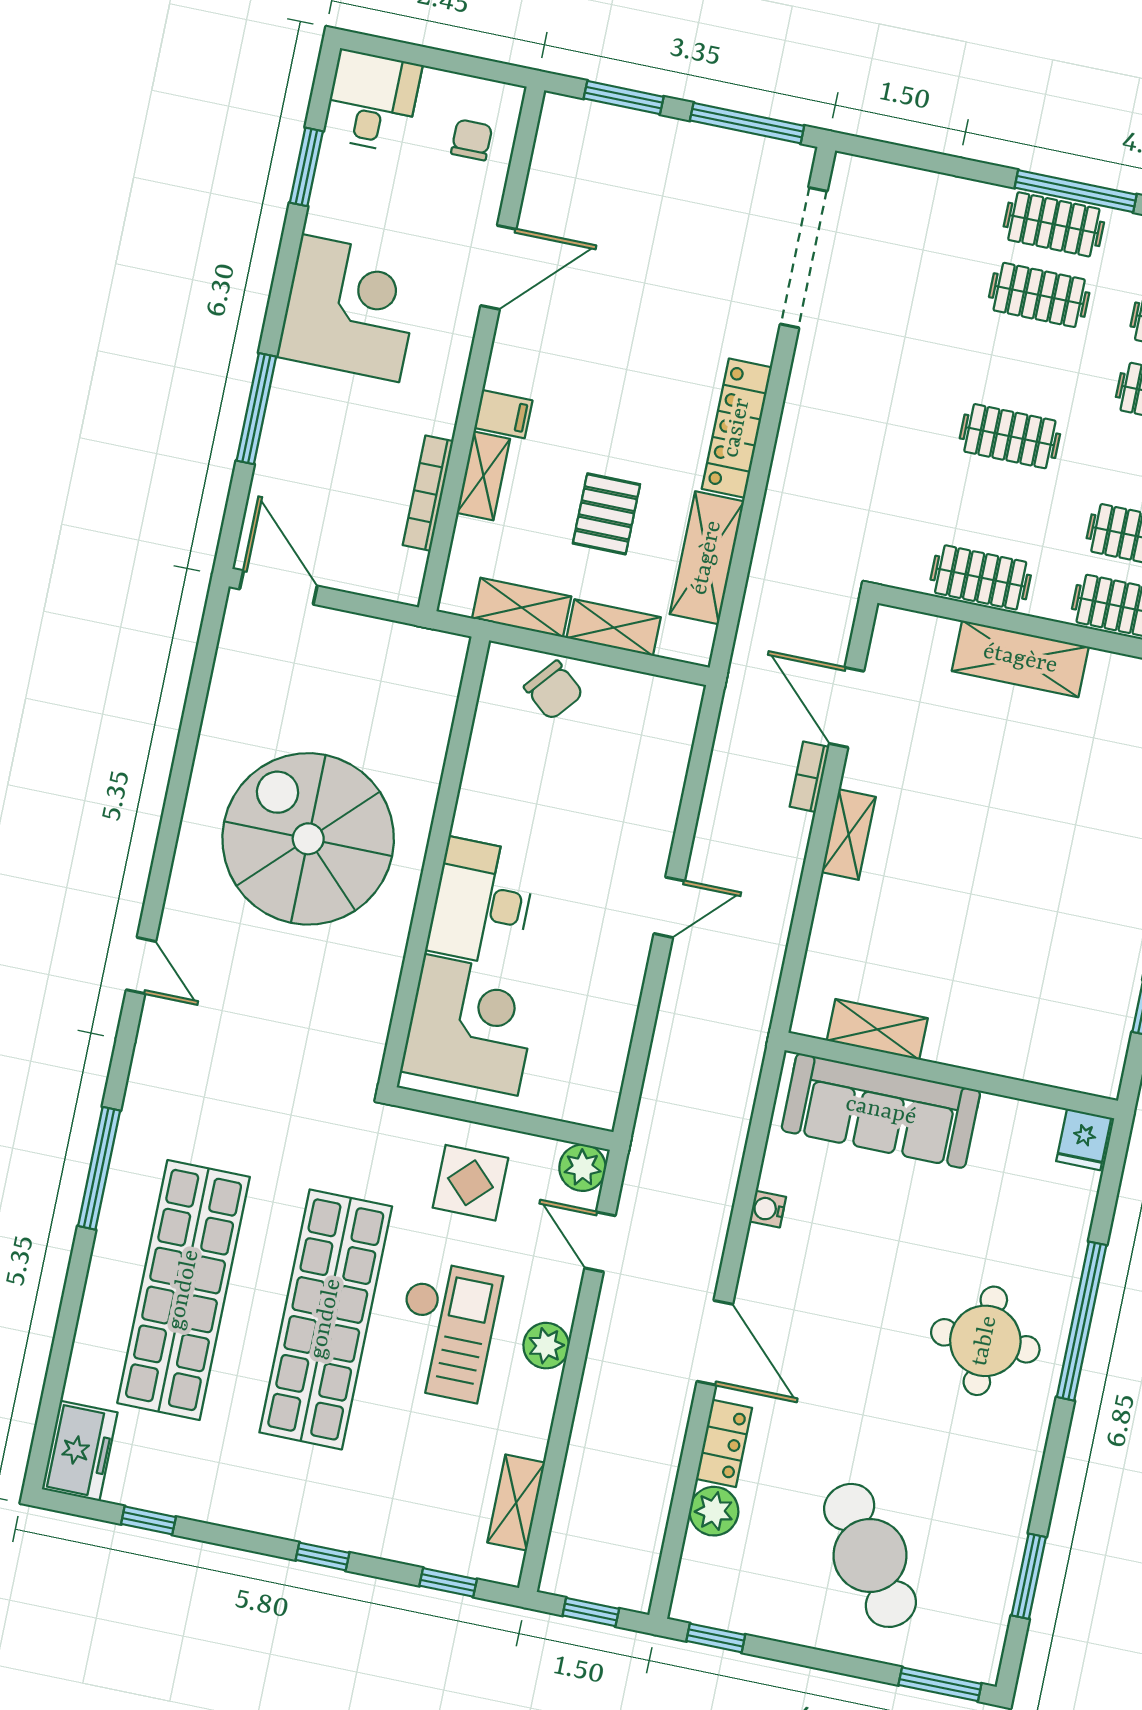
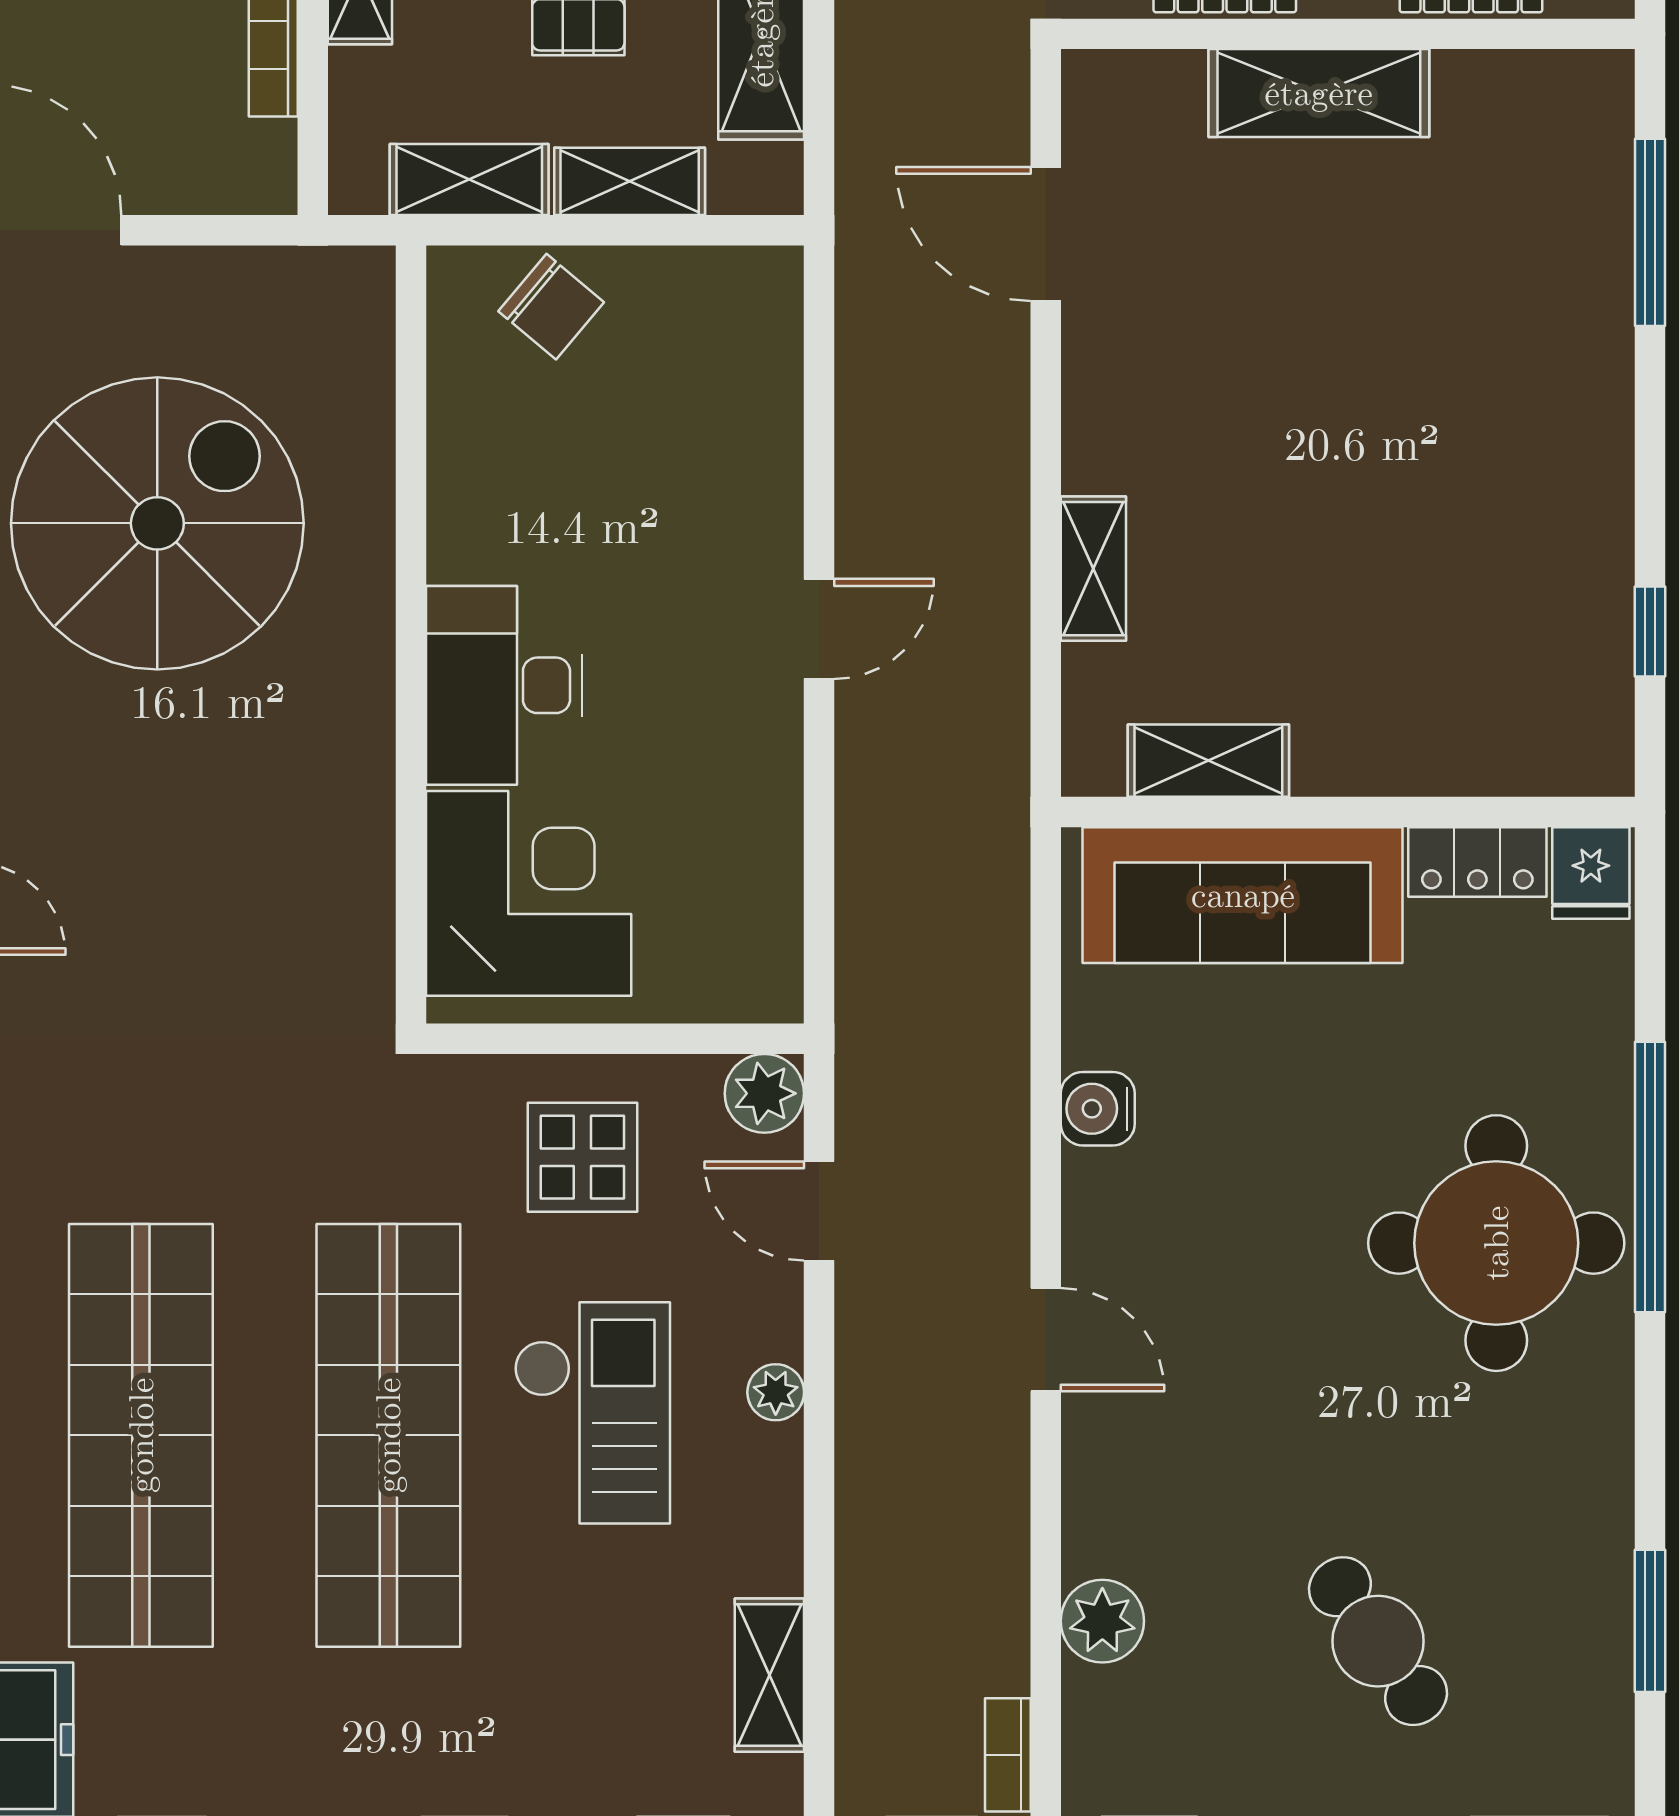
bookcase: (809, 777) -> (1008, 1755), moved
shelving: (849, 835) -> (1093, 569), moved
spiral stairs: (308, 839) -> (157, 523), moved, turned 90
water cooler: (768, 1209) -> (1098, 1109), width x1.38, depth x1.38
round table: (985, 1341) -> (1496, 1243), width x1.36, depth x1.36
door: (715, 1343) -> (1046, 1340), width x0.73
plant: (546, 1346) -> (776, 1392), width x0.73, depth x0.73
locker: (724, 1443) -> (1477, 862), moved, turned 90
cafe table: (870, 1555) -> (1378, 1641), width x0.73, depth x0.74

